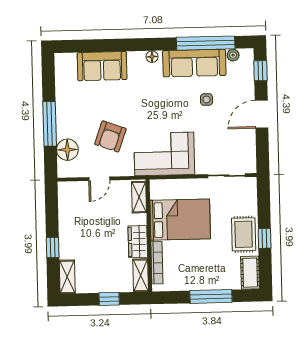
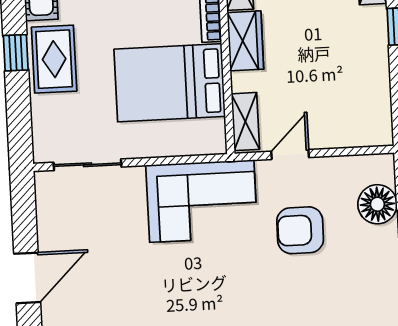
side table: (207, 100) -> (128, 302), removed
armchair: (110, 136) -> (300, 230), turned -110
door: (99, 179) -> (290, 154), moved

